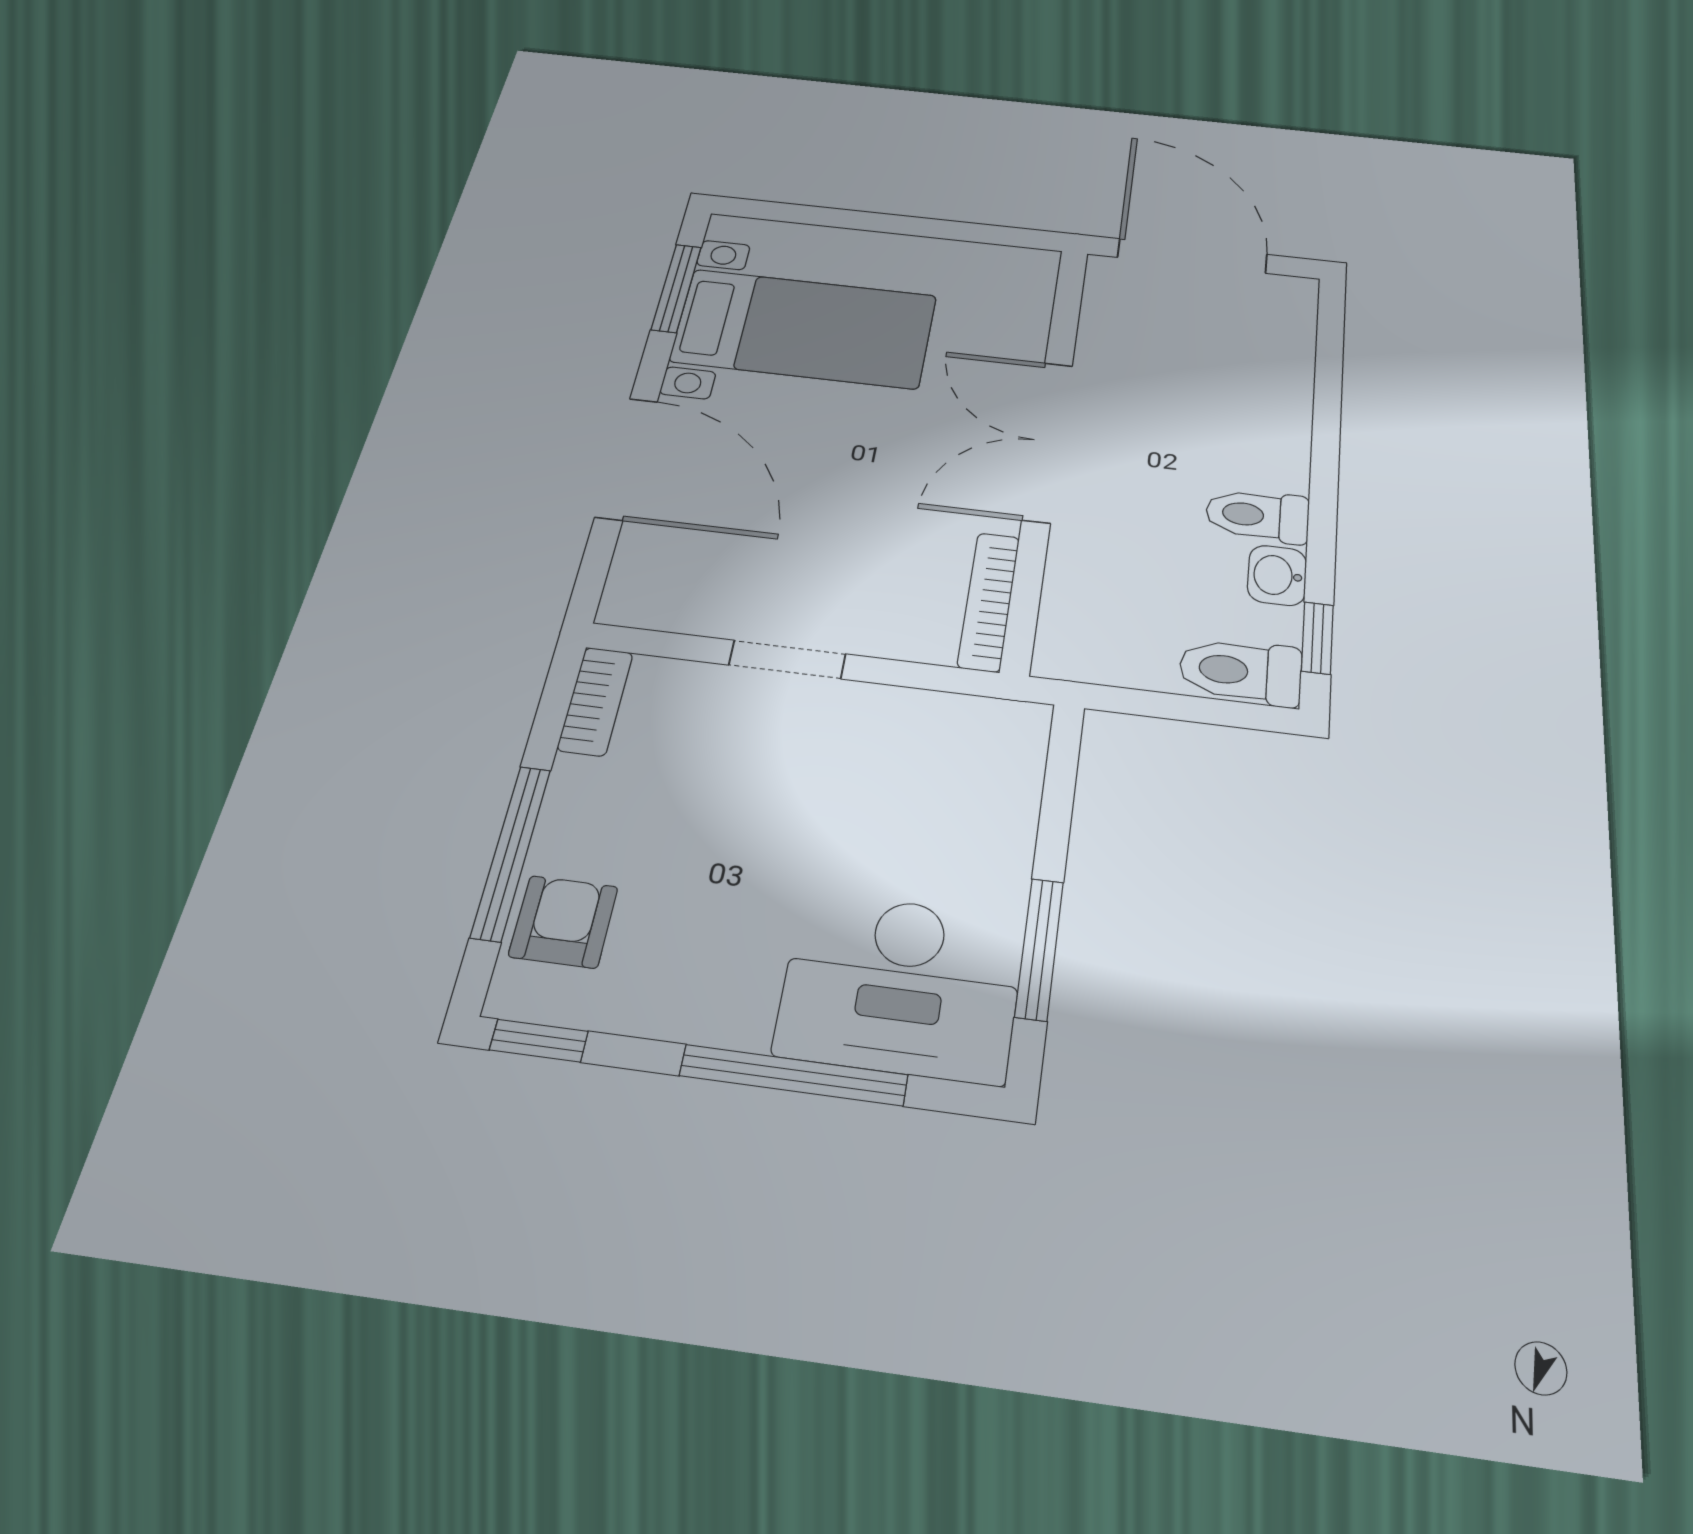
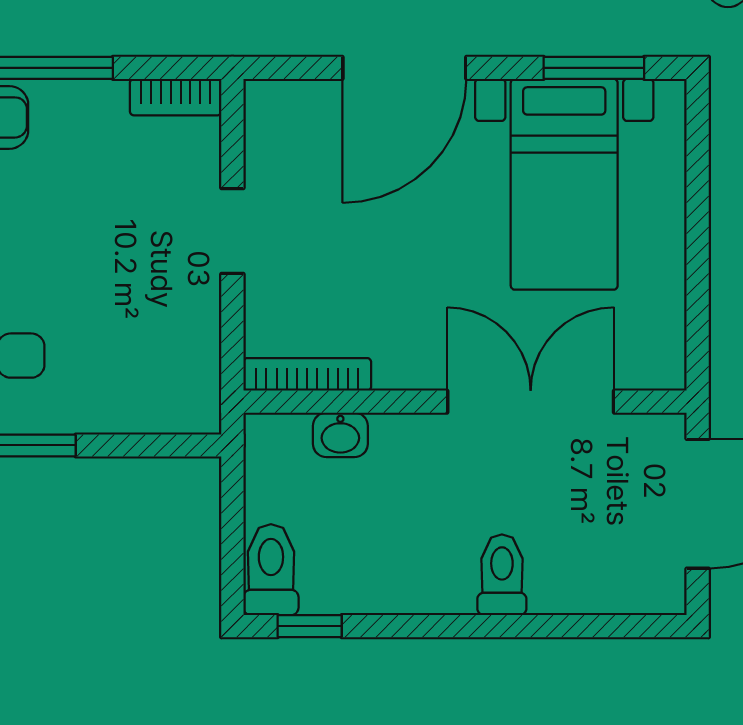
double door: (1048, 441) -> (531, 402), moved
toilet: (1257, 516) -> (502, 575), moved
washbasin: (1277, 575) -> (340, 435), moved, turned 180

